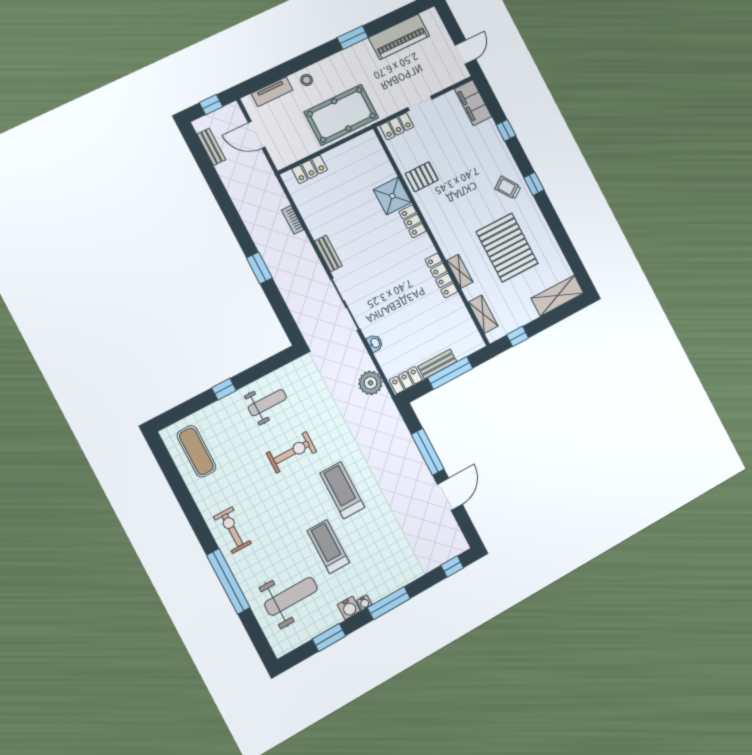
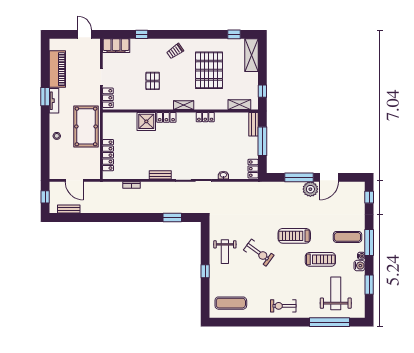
tv unit: (272, 92) -> (54, 101), moved
door: (257, 135) -> (74, 180), hinge flipped
locker: (310, 169) -> (108, 155), width x1.53
pallet: (422, 177) -> (153, 81), moved
window: (534, 184) -> (234, 34), moved
pallet: (507, 248) -> (209, 70), turned 90
window: (259, 268) -> (172, 218), moved
shelving: (460, 271) -> (184, 105), moved
locker: (441, 275) -> (205, 117), width x0.66
bench: (437, 364) -> (254, 124), moved
plant: (371, 383) -> (310, 189), moved
weight bench: (267, 403) -> (225, 252), turned 180
exercise bike: (291, 452) -> (259, 253), turned 126
door: (450, 494) -> (329, 177), swing flipped
treadmill: (328, 547) -> (320, 259), turned 180
exercise mat: (381, 568) -> (347, 237), added
window: (228, 581) -> (329, 322), moved

